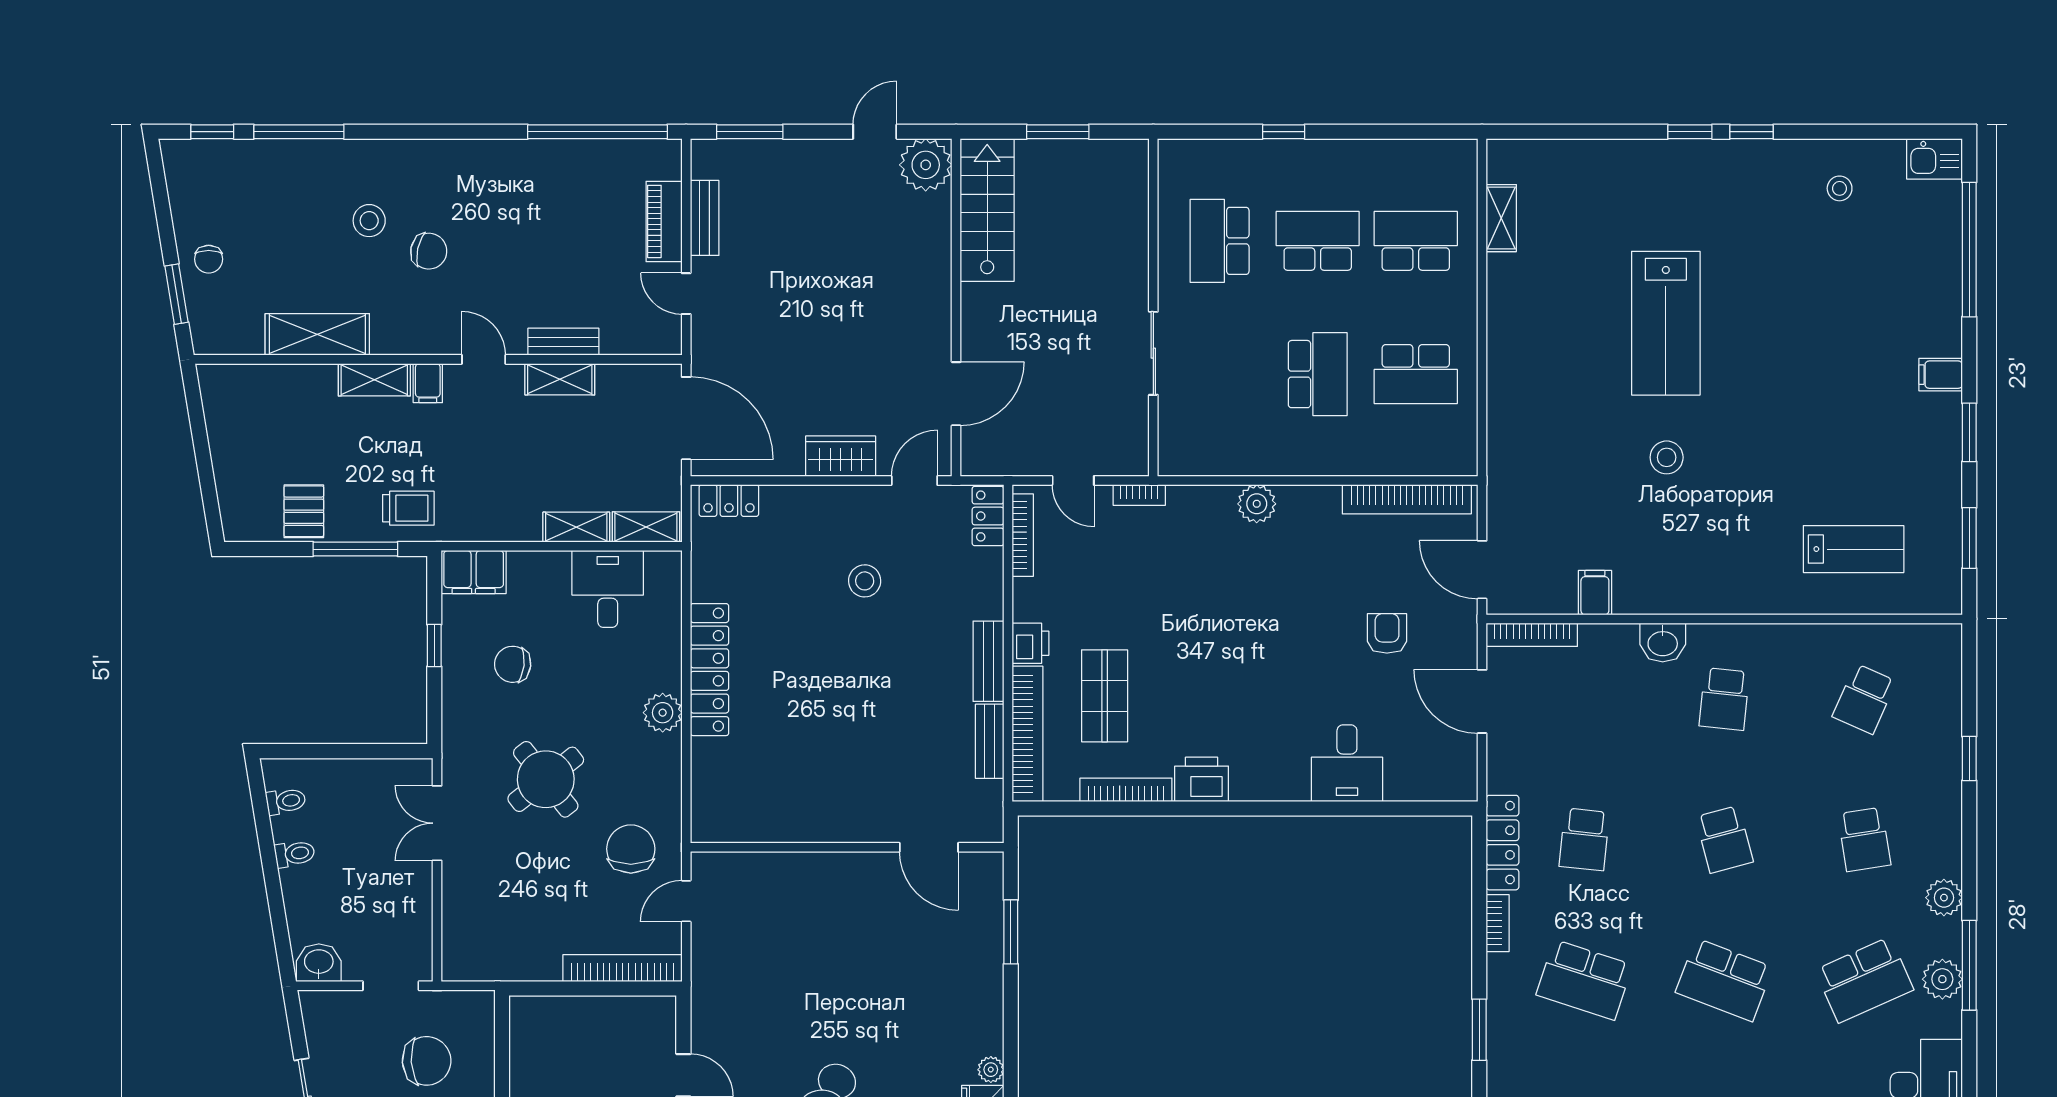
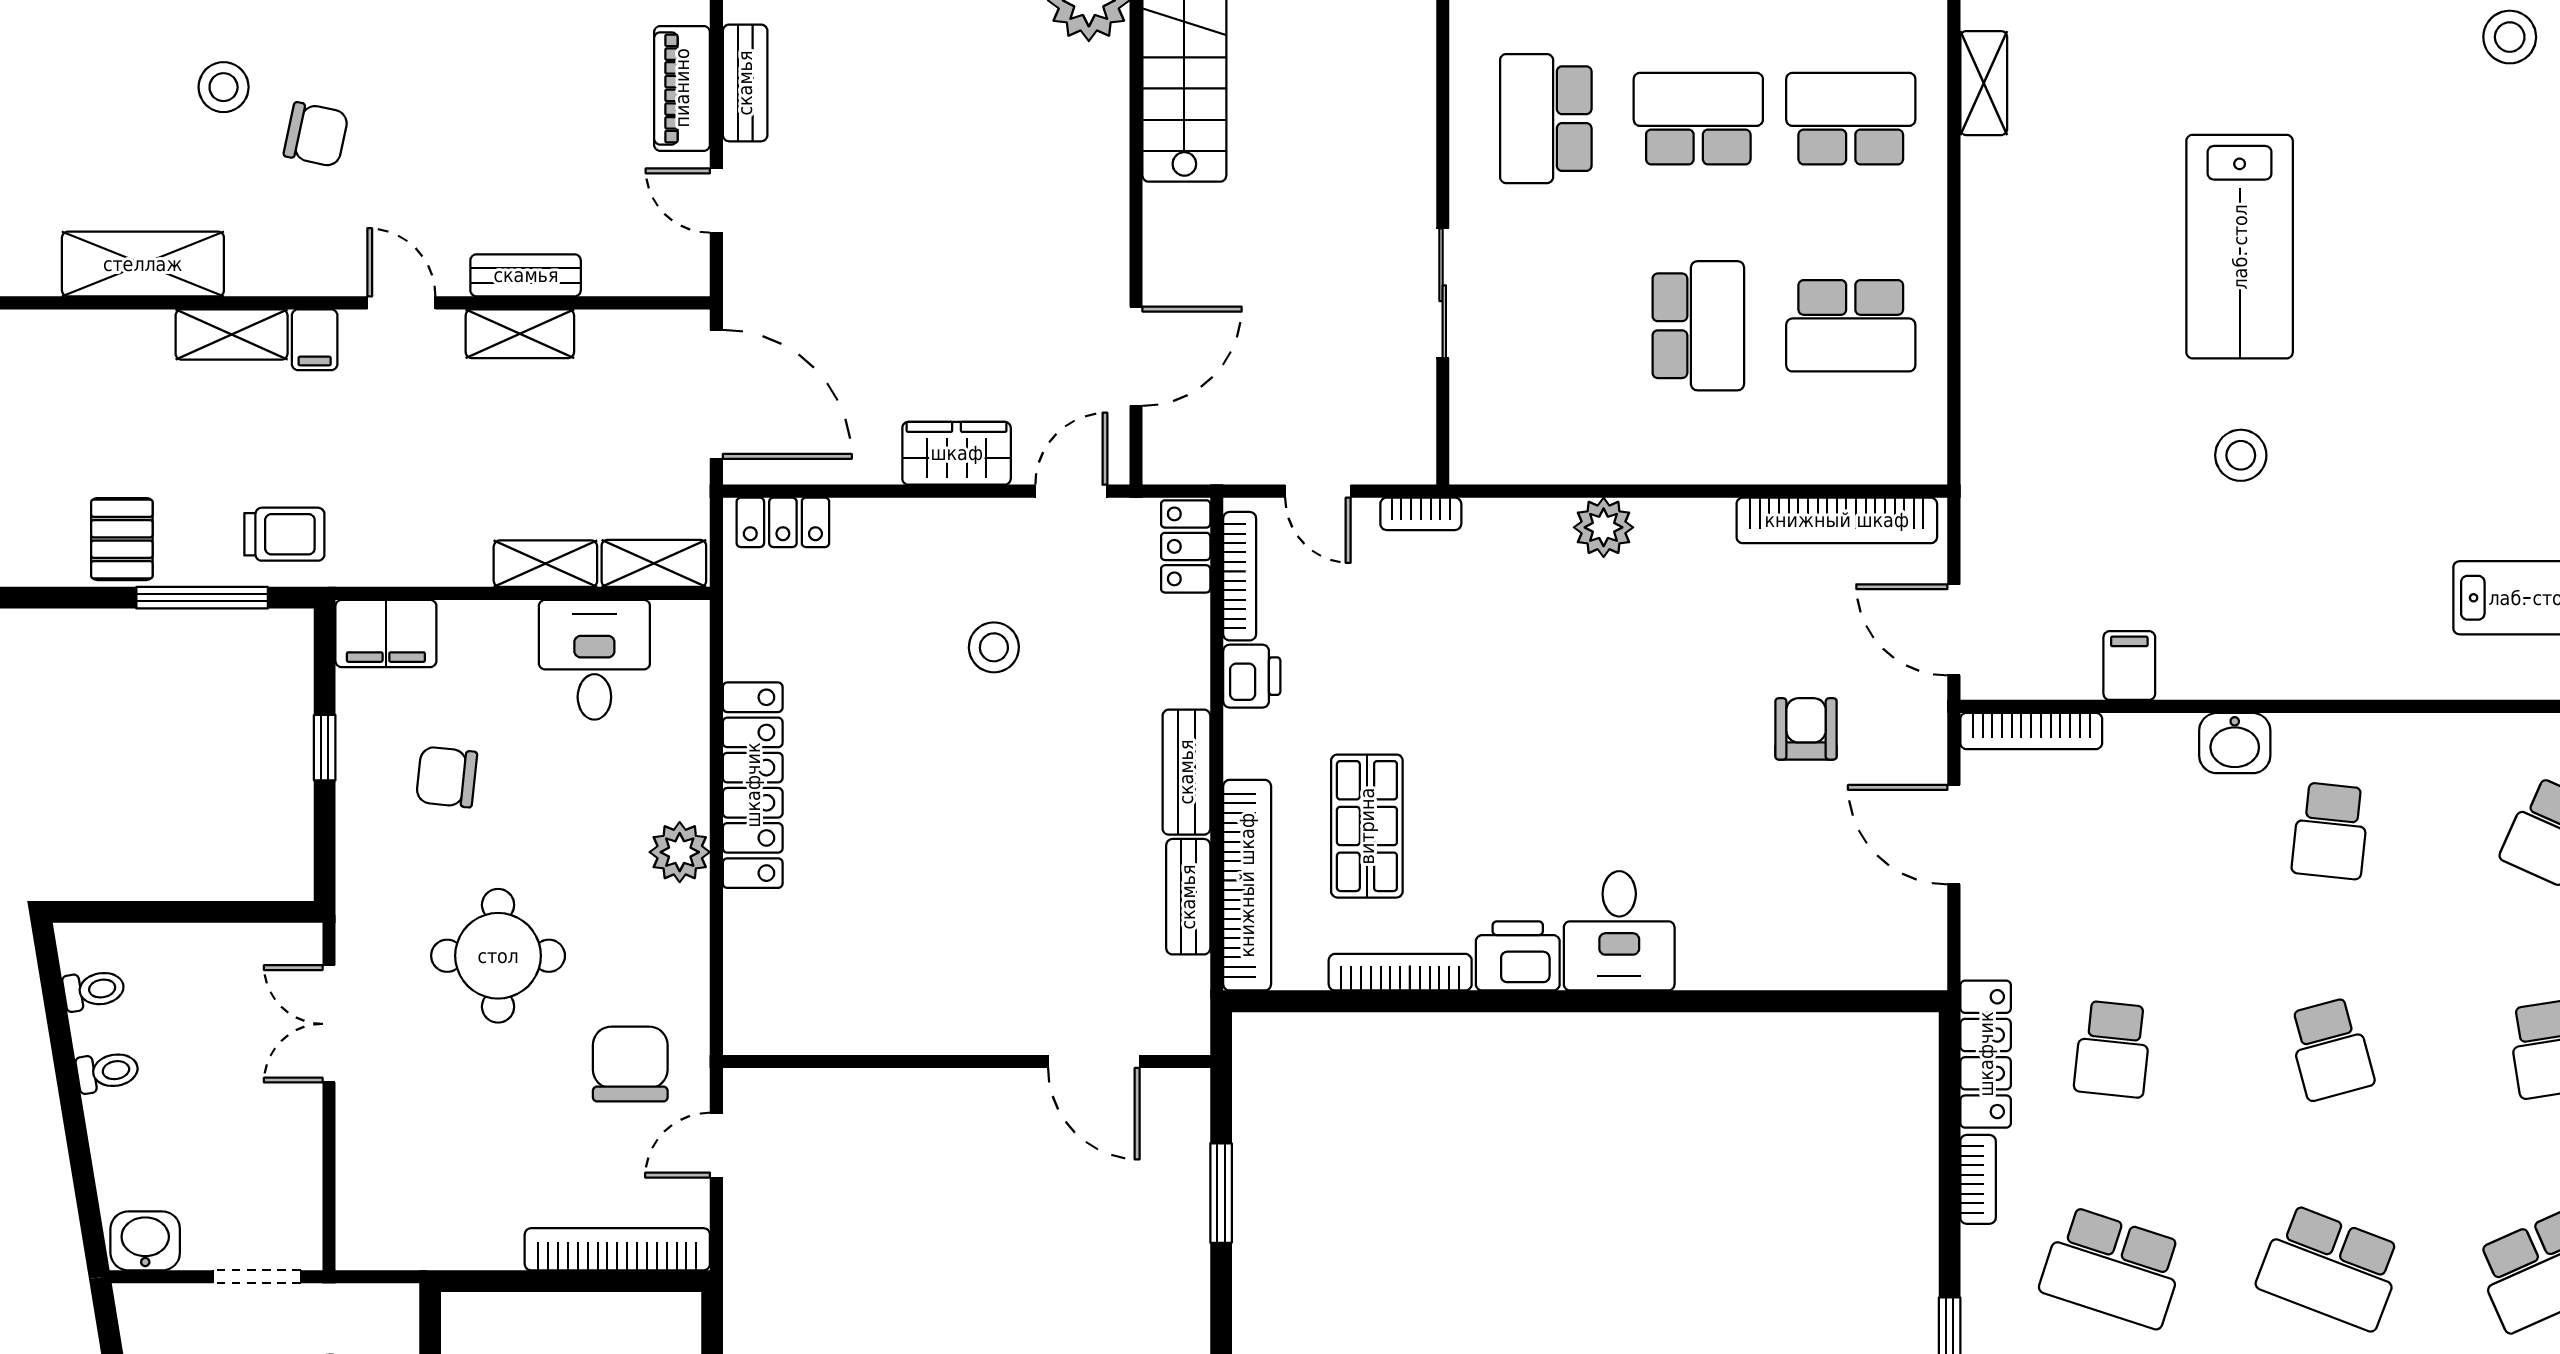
stool: (1840, 188) -> (2510, 37), width x1.37, depth x1.37
printer: (1030, 643) -> (1252, 676), moved
desk: (1347, 763) -> (1619, 931), moved
round table: (546, 779) -> (498, 956), turned 38

